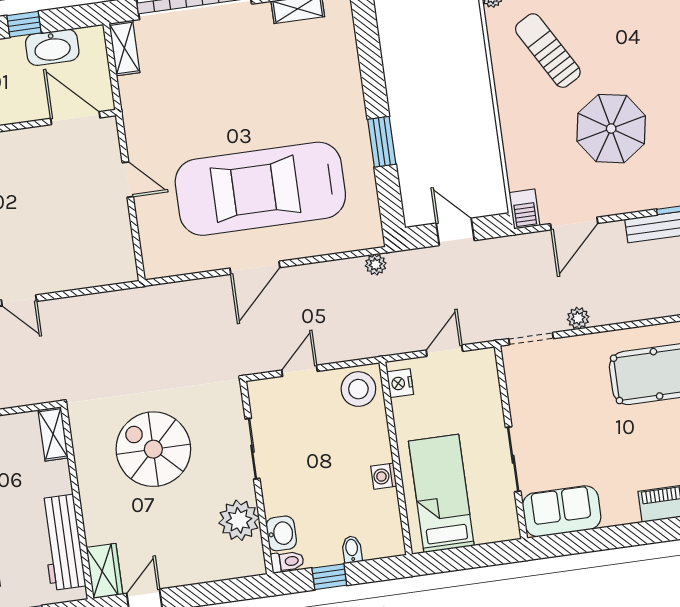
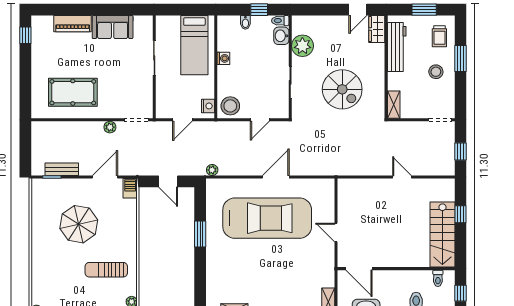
sun lounger: (548, 51) -> (106, 270), turned 120
sofa: (562, 511) -> (113, 27), moved

